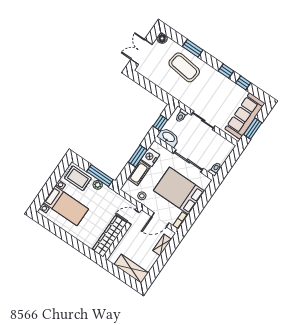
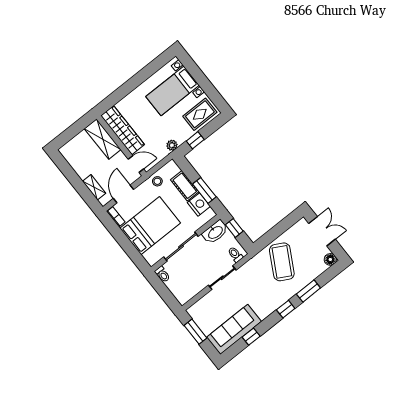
coffee table: (184, 67) -> (282, 262), moved, turned -68
window: (226, 71) -> (286, 309), moved
sofa: (245, 116) -> (234, 329), moved, turned -90
window: (100, 176) -> (195, 140), width x0.46
plant: (98, 185) -> (172, 145), moved
door: (133, 217) -> (136, 164), hinge flipped
shelving: (131, 269) -> (103, 139), moved, turned 90

